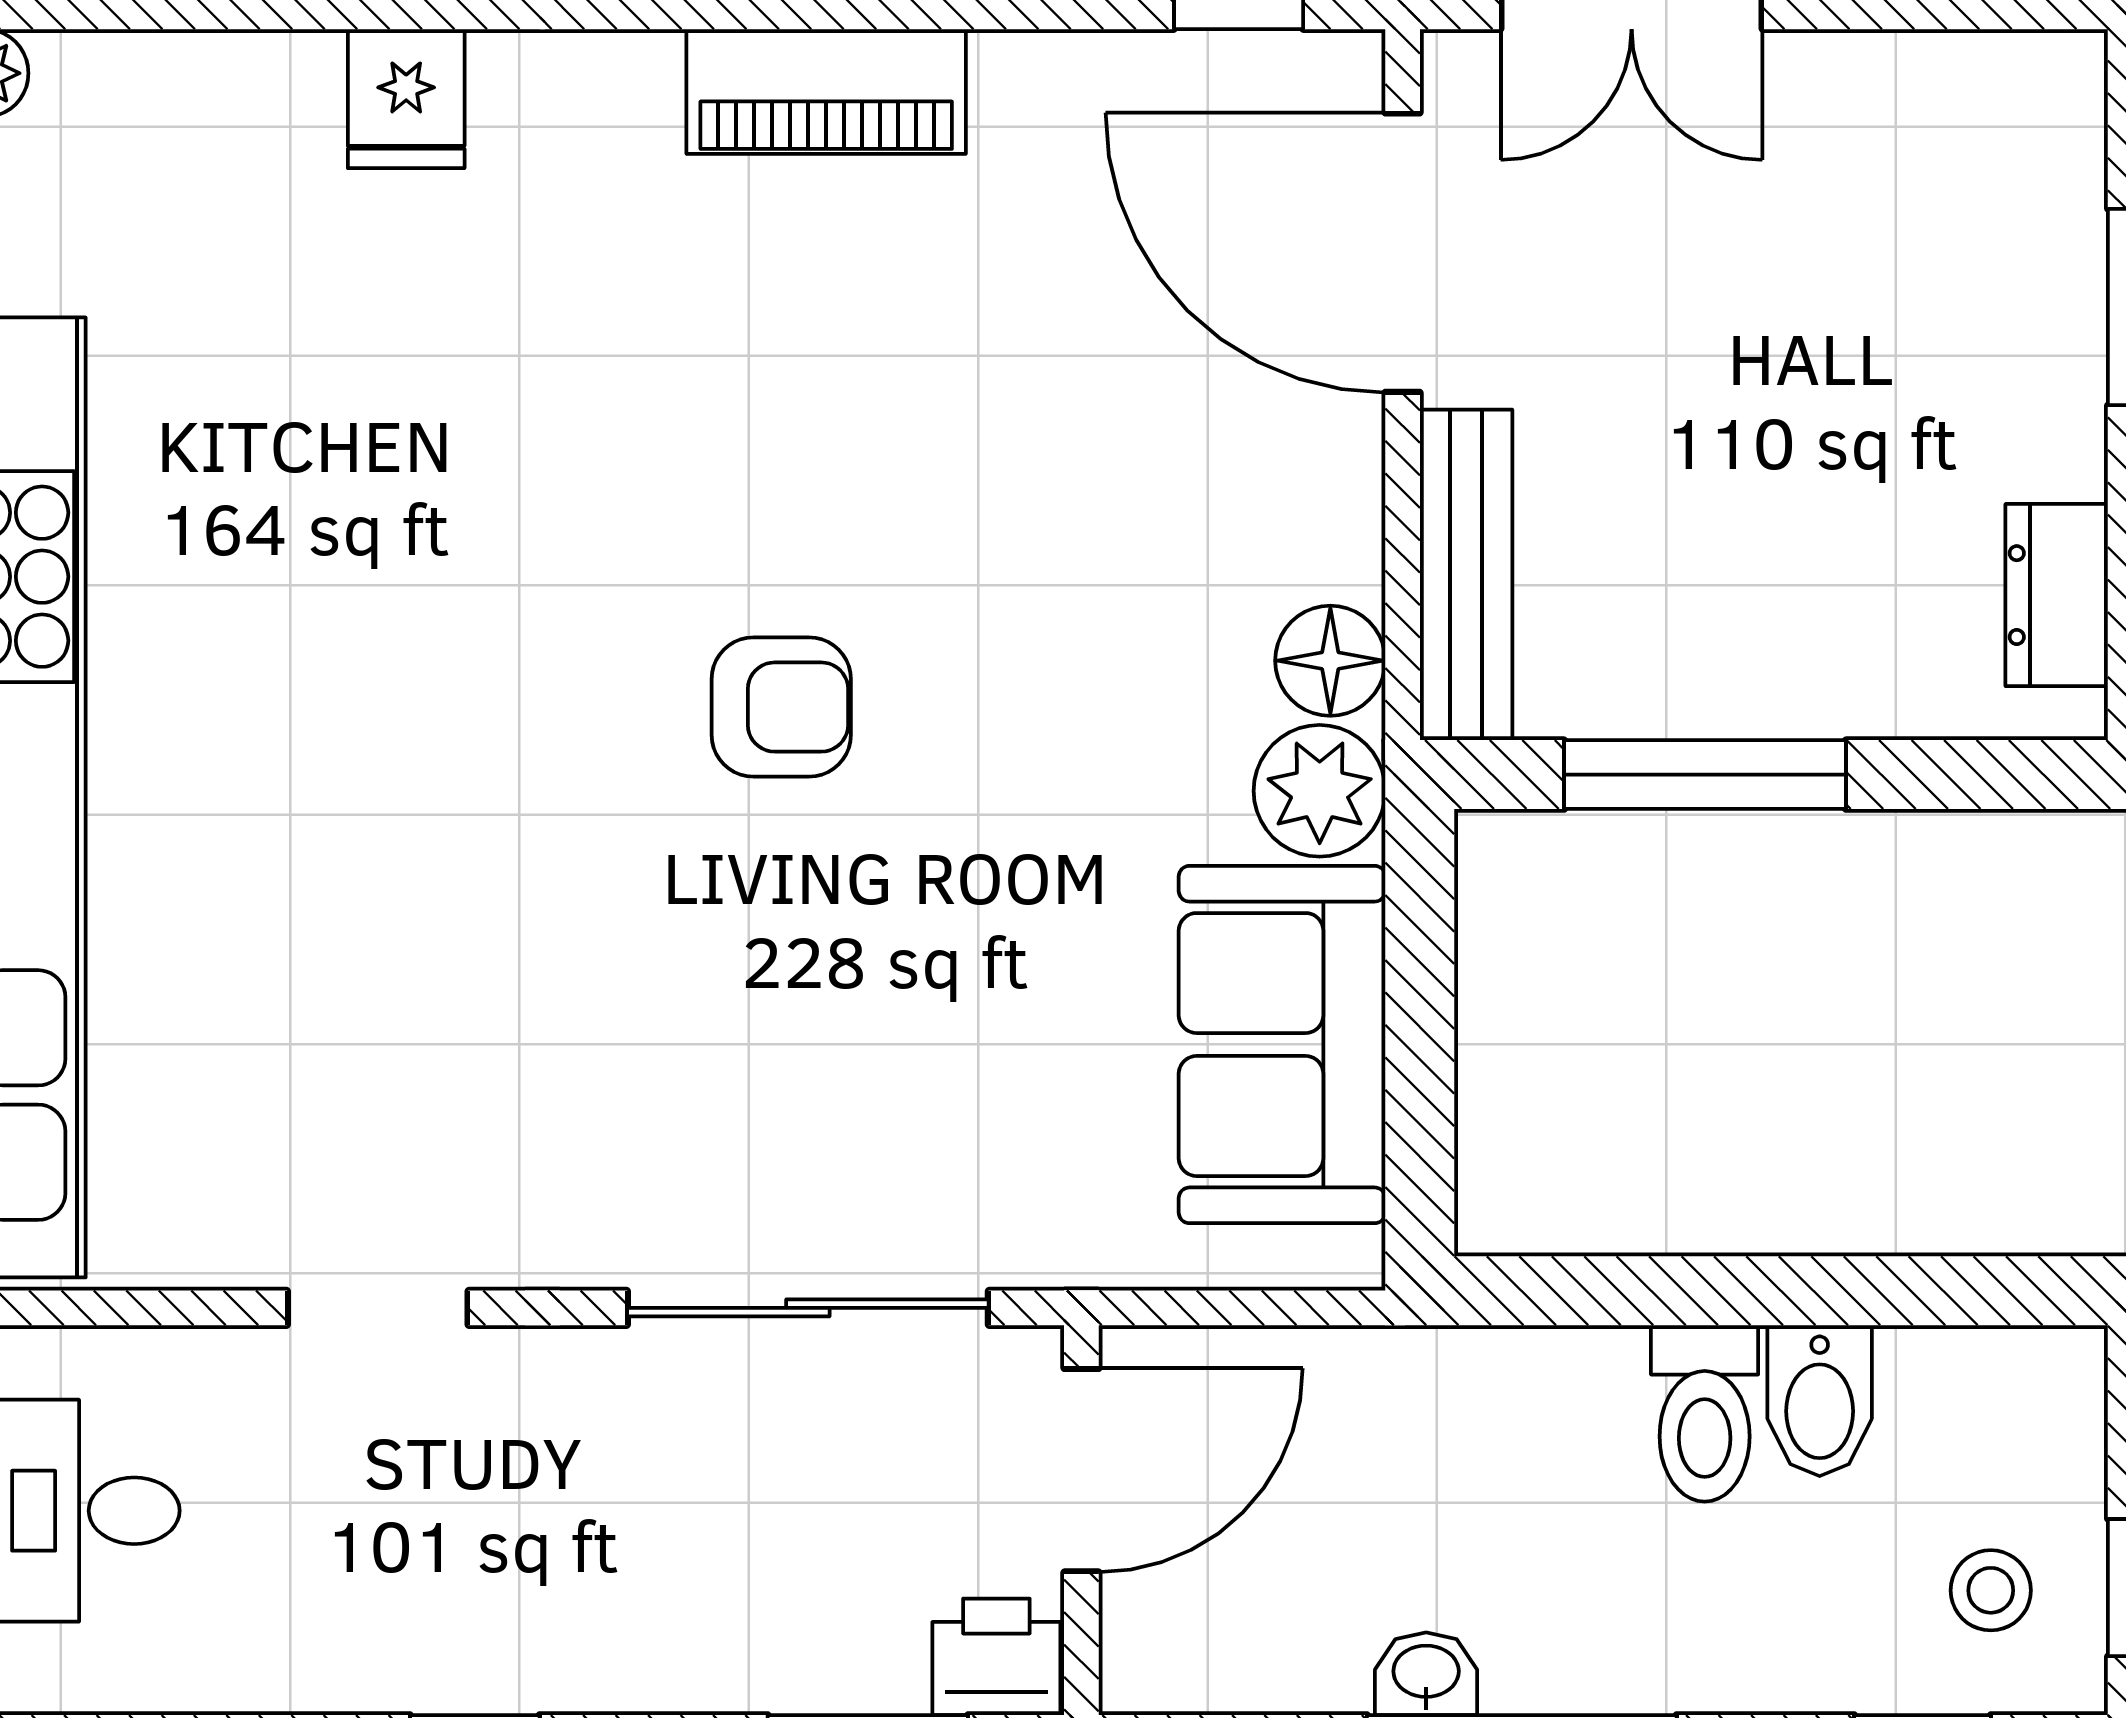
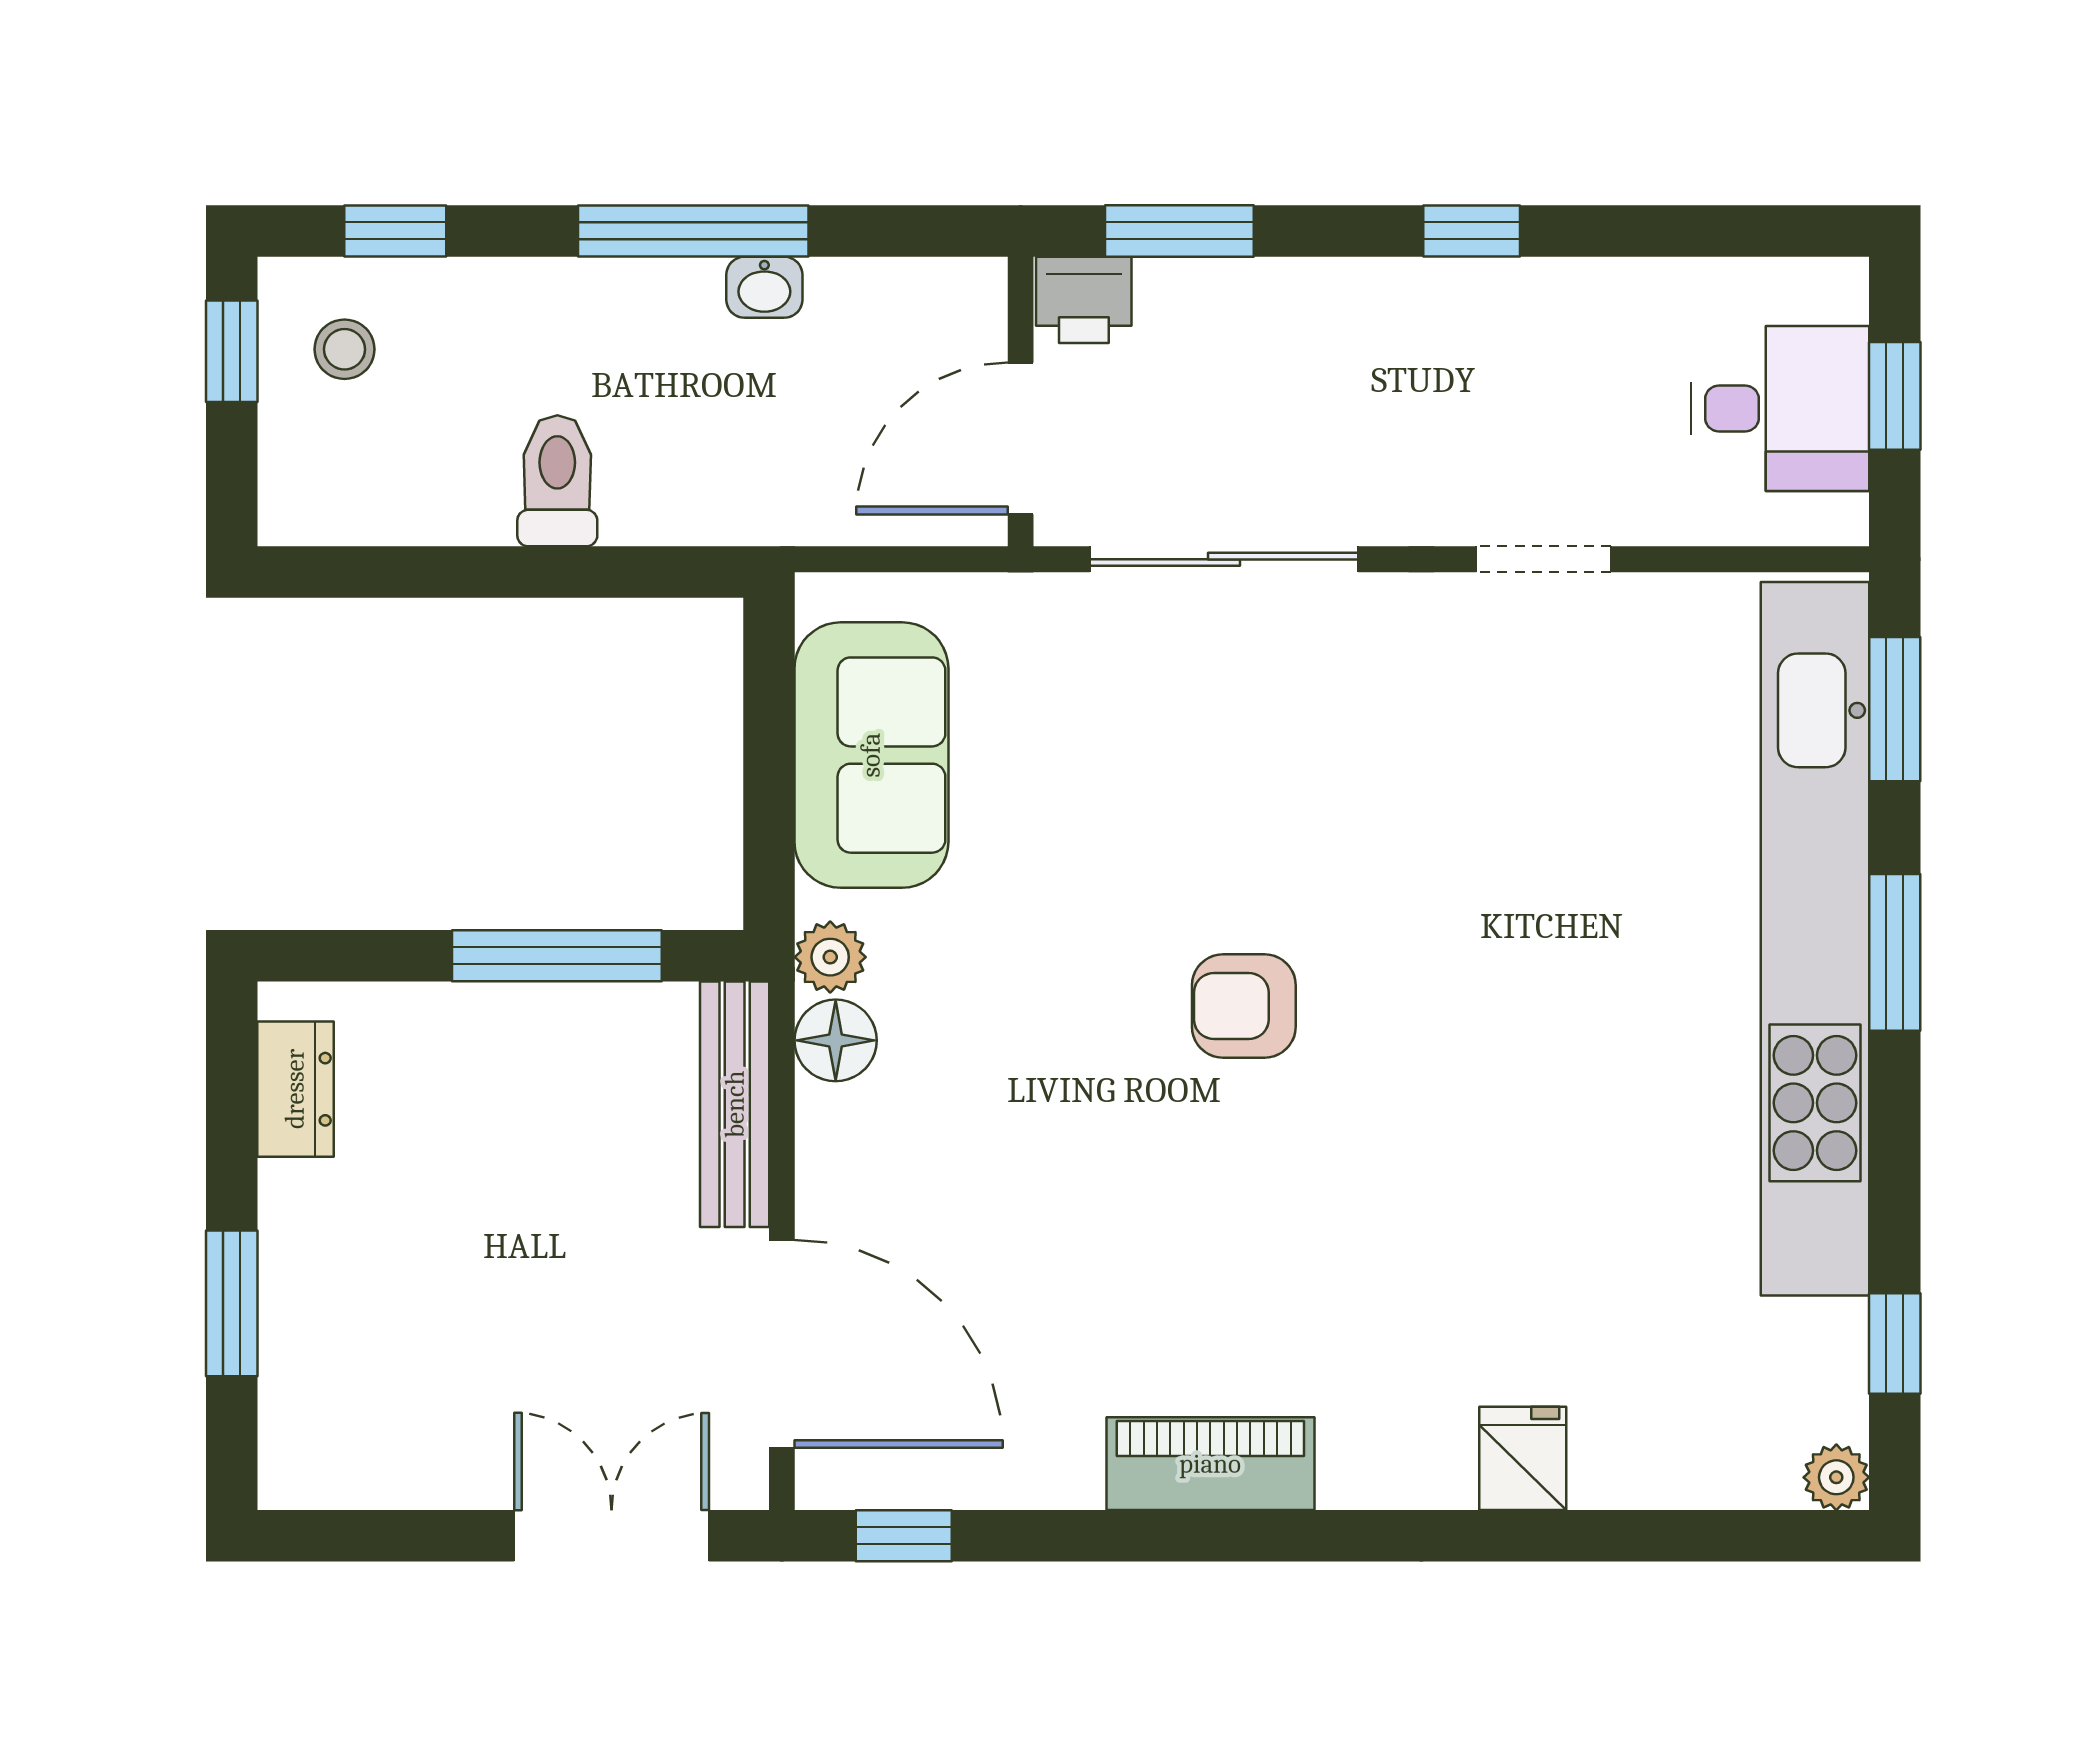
plant: (1320, 791) -> (830, 957), width x0.73, depth x0.73
bidet: (1820, 1401) -> (472, 490), removed

